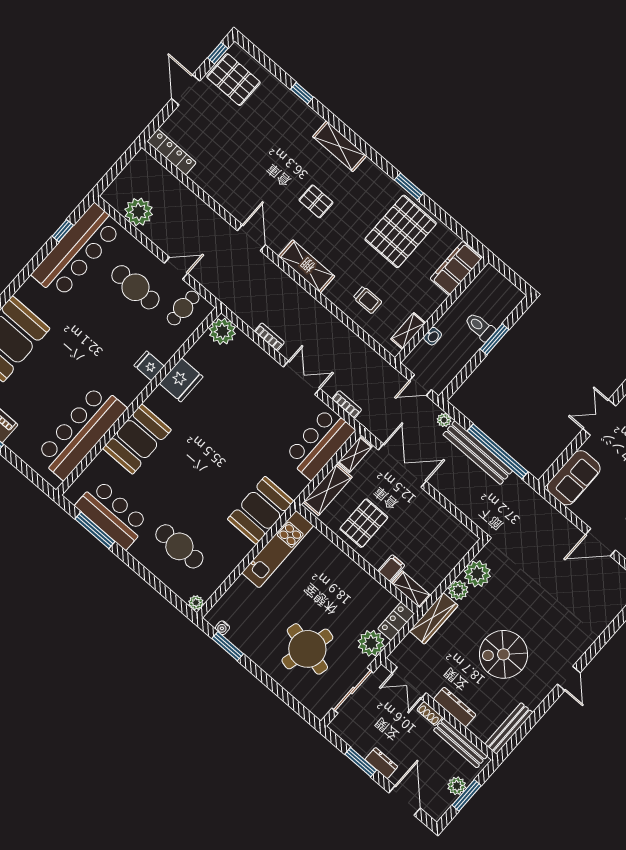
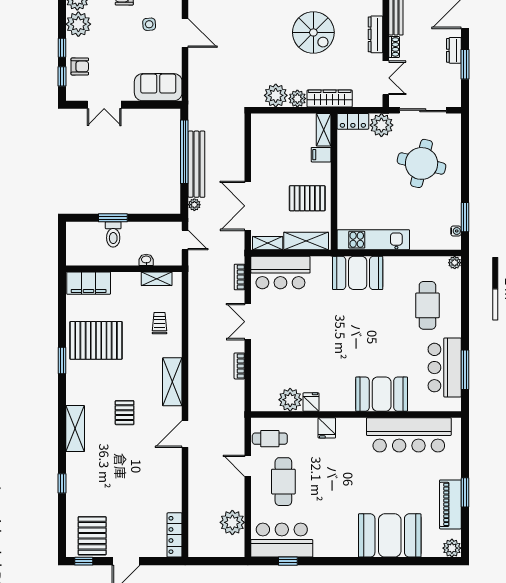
bar counter: (77, 251) -> (282, 540), width x0.73
plant: (222, 331) -> (290, 400), moved
fridge: (181, 380) -> (311, 402), width x0.53, depth x0.75

